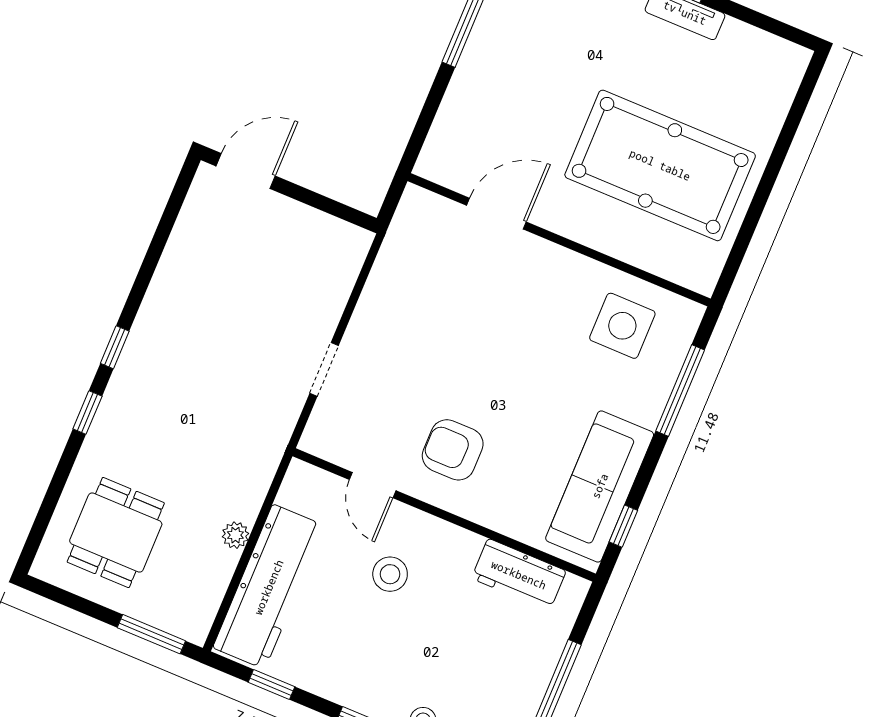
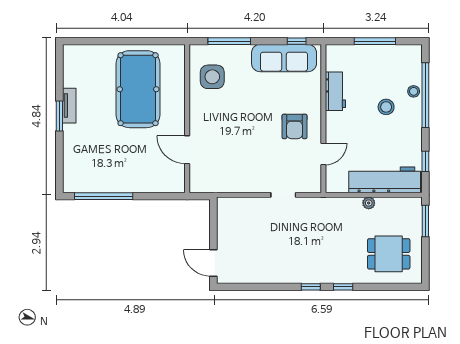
stool: (390, 574) -> (386, 107), moved
workbench: (519, 575) -> (335, 91), moved

